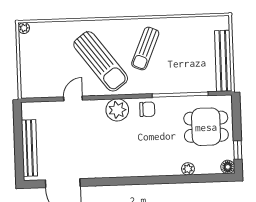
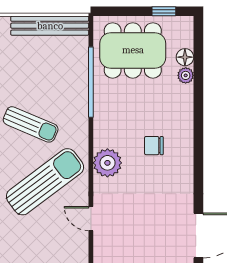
chair: (147, 109) -> (154, 146), moved, turned -90
dining table: (206, 127) -> (133, 50), width x1.37
floor lamp: (228, 167) -> (185, 57), moved

